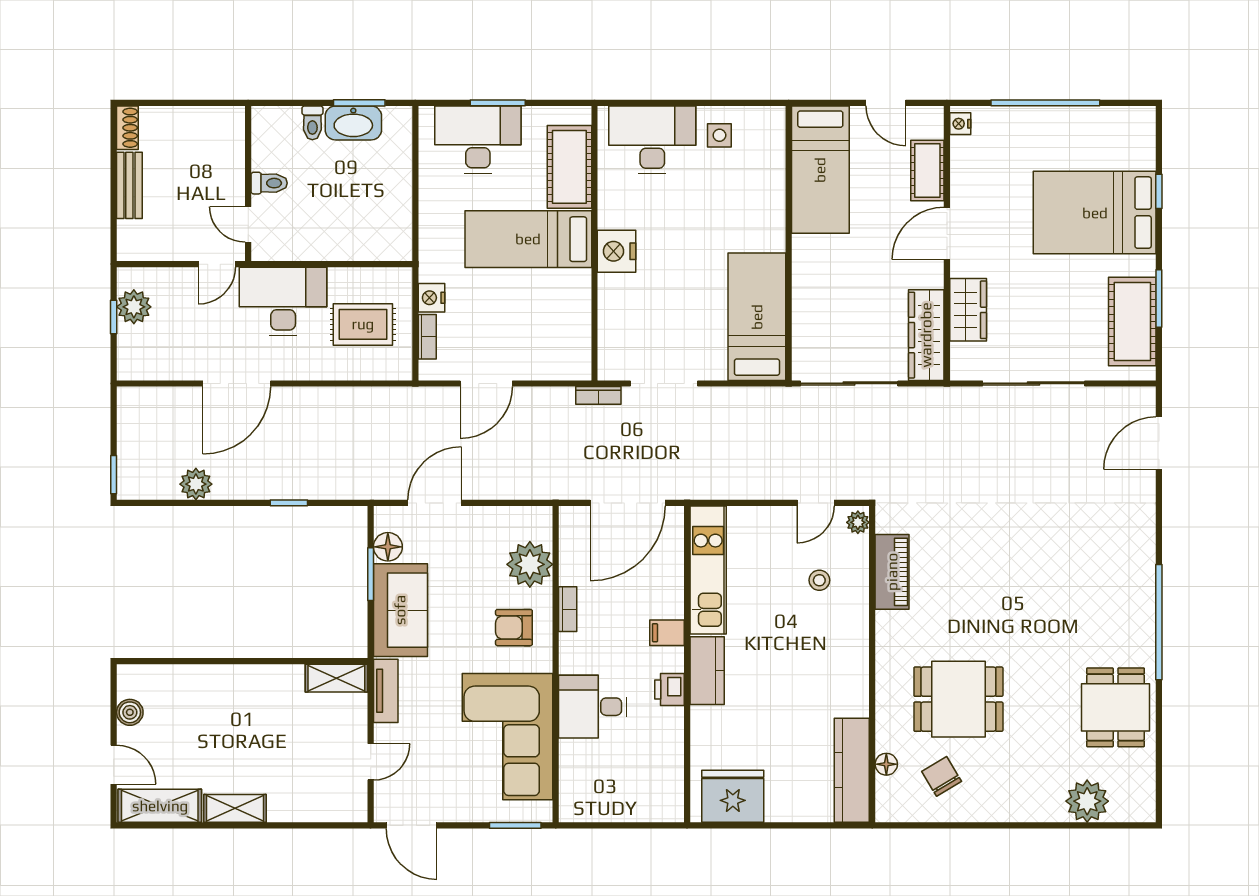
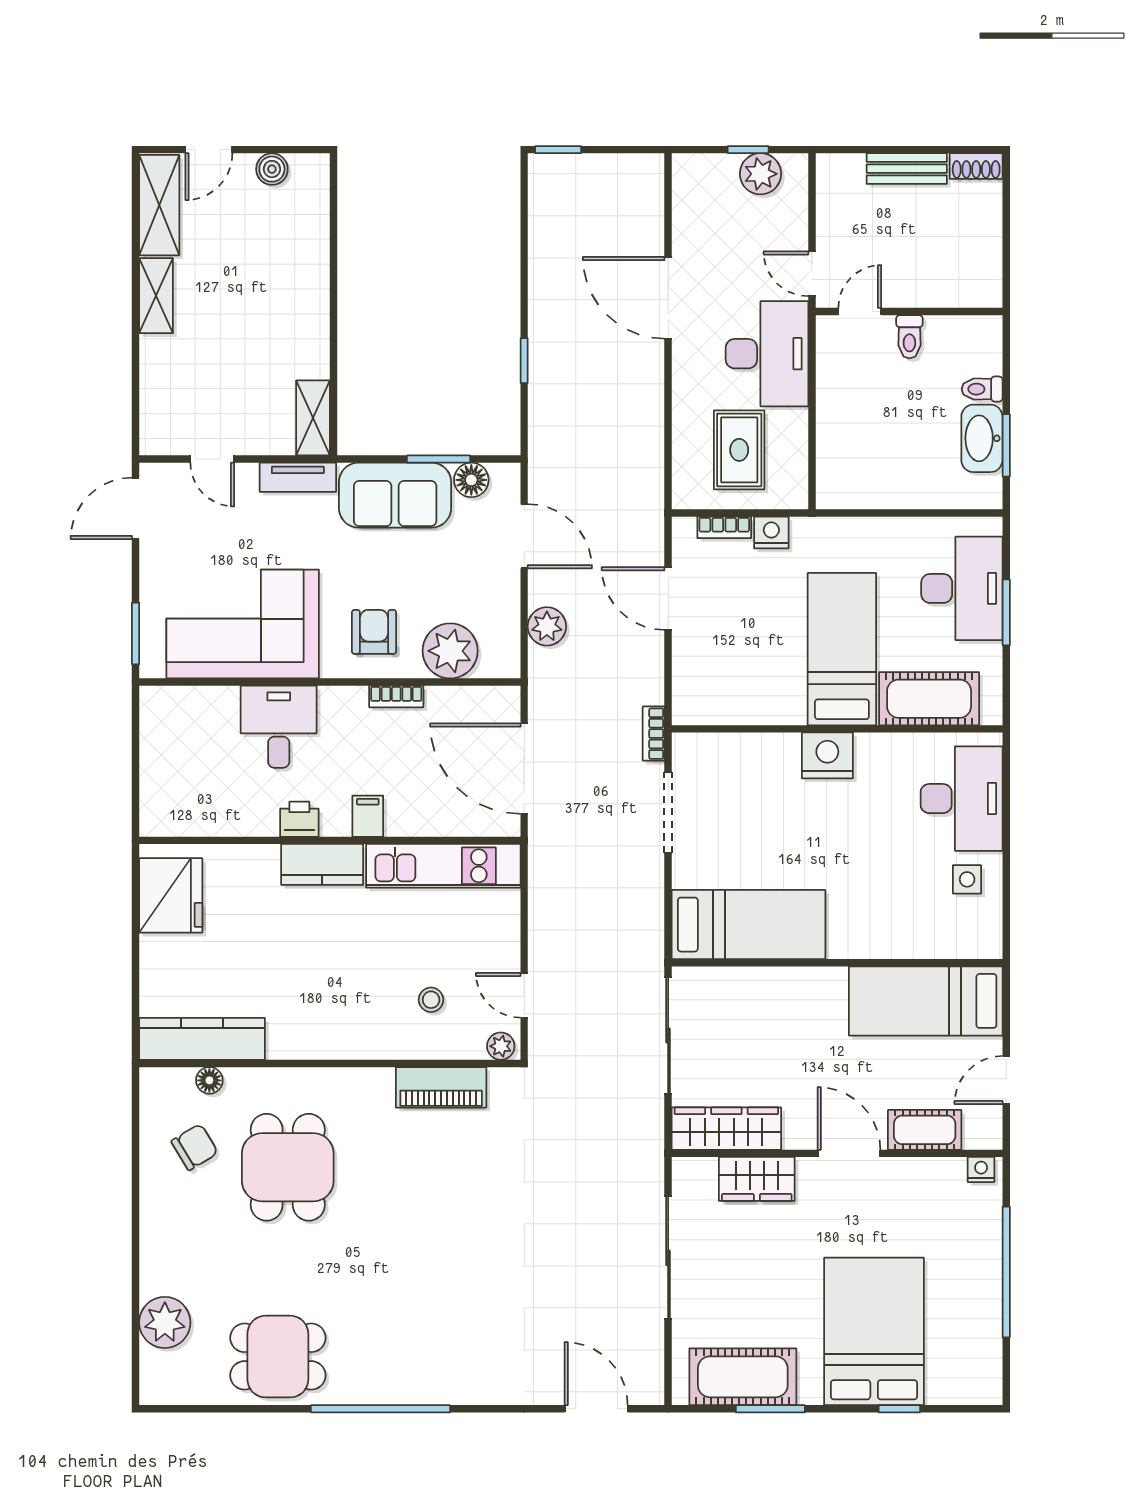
plant: (196, 484) -> (547, 626), moved

